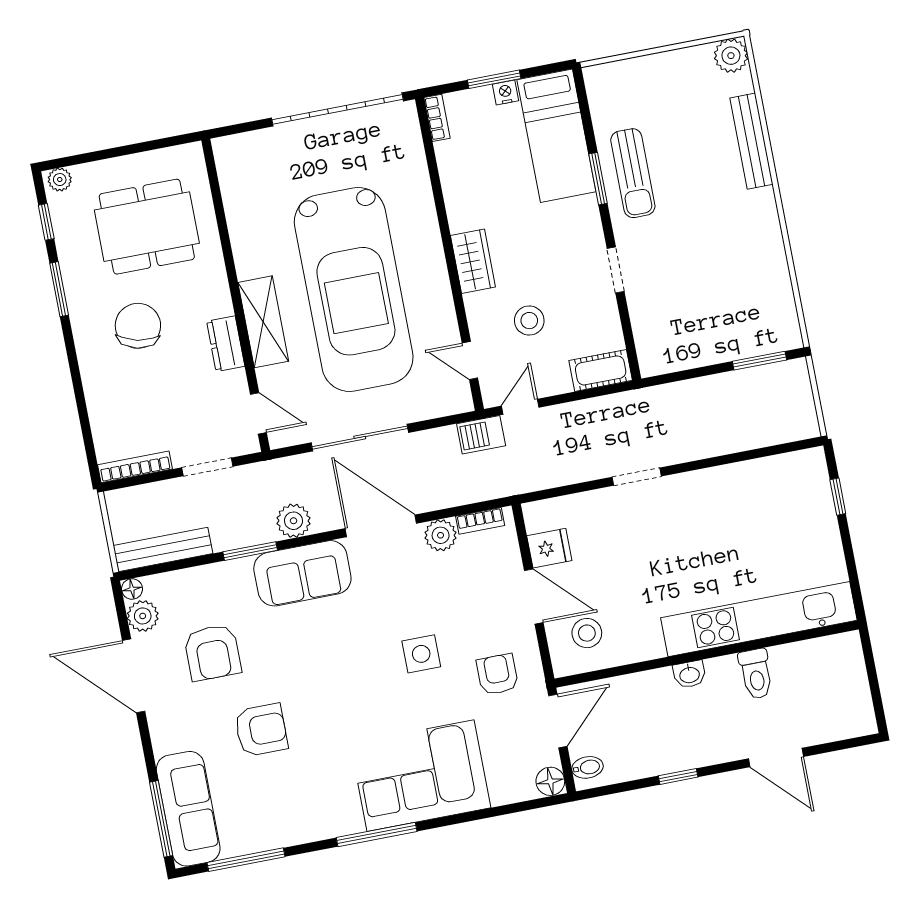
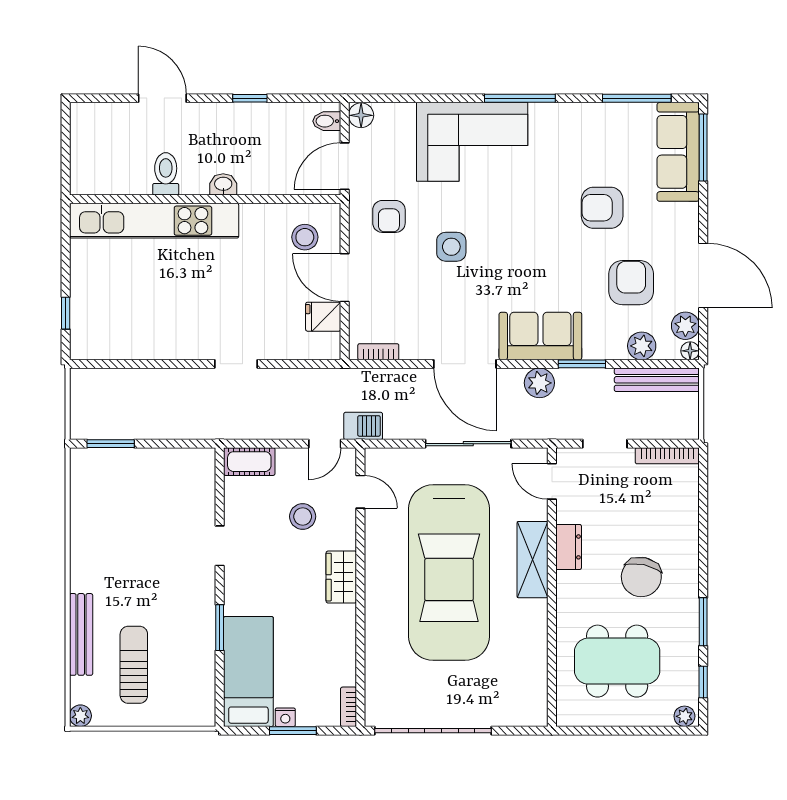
plant: (731, 56) -> (80, 716), width x0.73, depth x0.73
sun lounger: (633, 173) -> (134, 665), moved
car: (354, 289) -> (449, 573), turned 180
plant: (441, 535) -> (642, 346), moved

